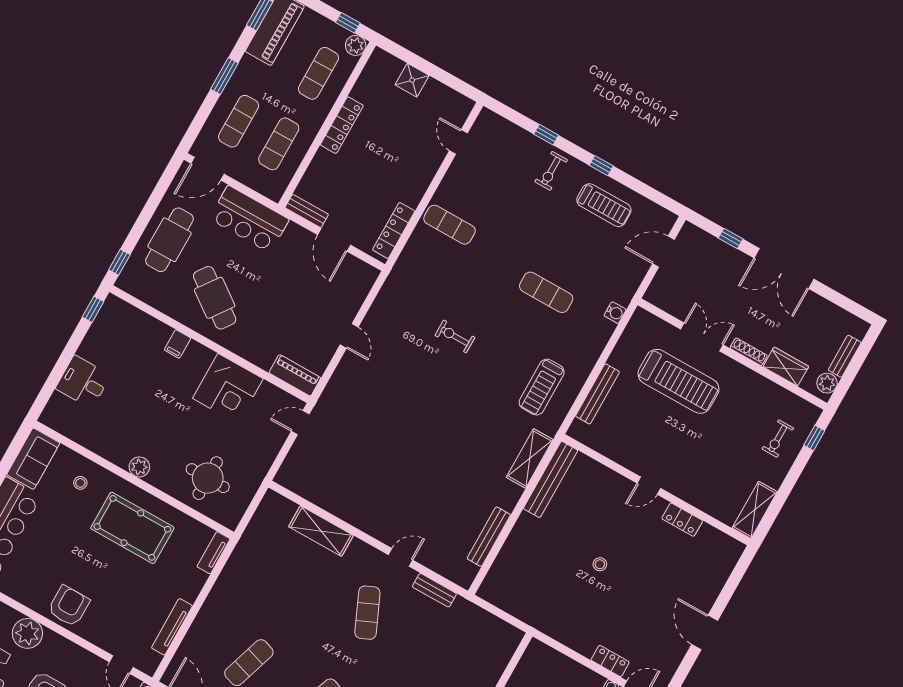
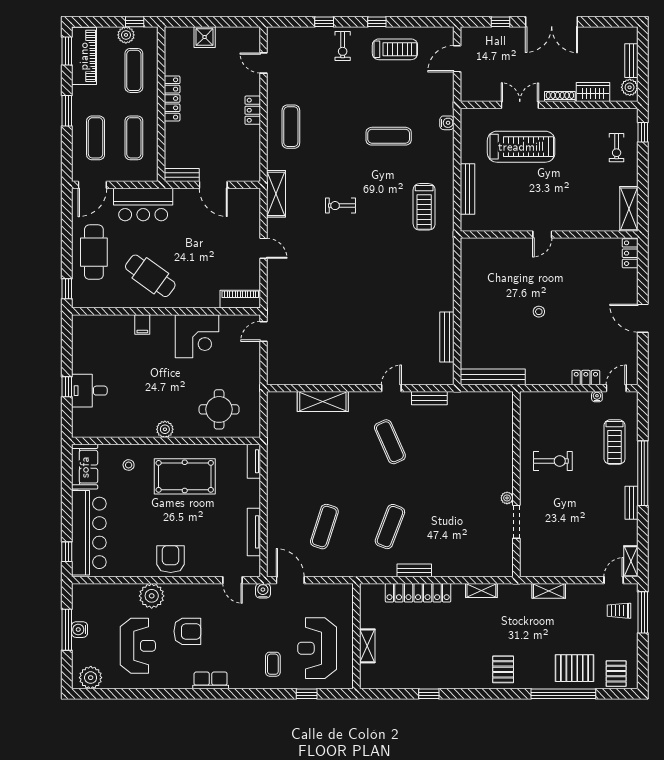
plant: (356, 45) -> (126, 35), moved
exercise mat: (450, 225) -> (291, 127), turned 90
locker: (394, 230) -> (253, 110), moved, width x0.66
window: (93, 309) -> (67, 387), moved
shelving: (530, 458) -> (276, 194), moved
bench: (551, 479) -> (493, 377), moved, turned 90
locker: (682, 520) -> (630, 253), moved, turned 90

